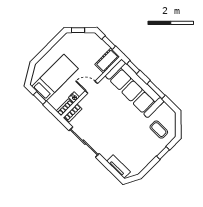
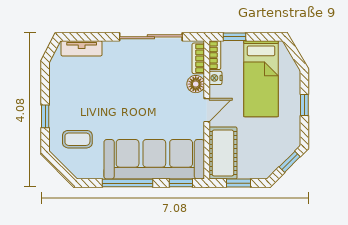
window: (48, 48) -> (304, 105), added
cot: (107, 61) -> (223, 153), width x1.37, depth x1.34
window: (156, 90) -> (127, 183), width x1.44
window: (40, 98) -> (235, 37), moved
floor lamp: (85, 103) -> (196, 84), added

